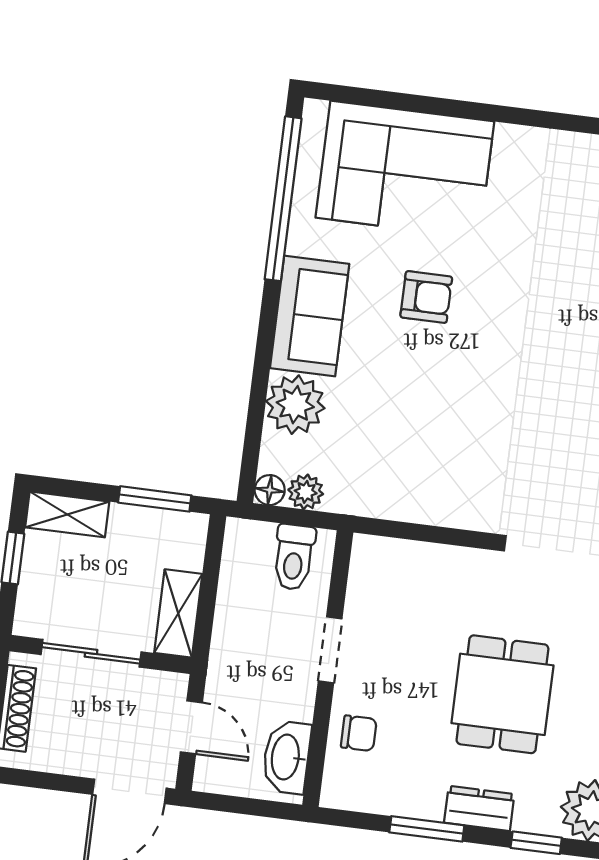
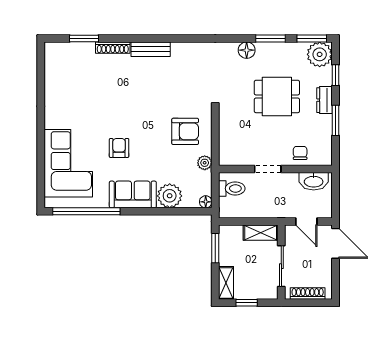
armchair: (446, 462) -> (185, 131), added
plant: (306, 492) -> (205, 163), moved
door: (191, 727) -> (306, 221), swing flipped

